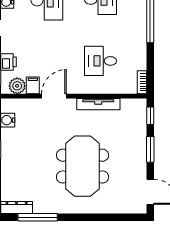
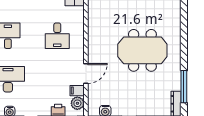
door: (54, 96) -> (86, 73), swing flipped
tv unit: (98, 104) -> (92, 38), removed

